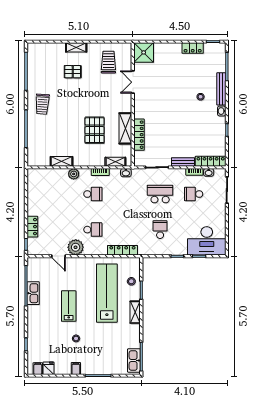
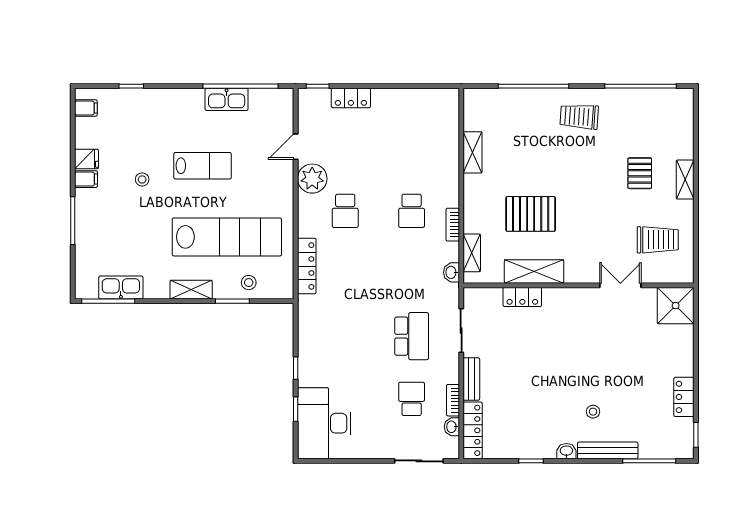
locker: (139, 135) -> (522, 297), width x0.66
plant: (74, 174) -> (449, 175), removed
school desk: (160, 230) -> (345, 336), removed
kitchen sink: (134, 360) -> (121, 287), moved
fridge: (48, 368) -> (87, 159), moved

